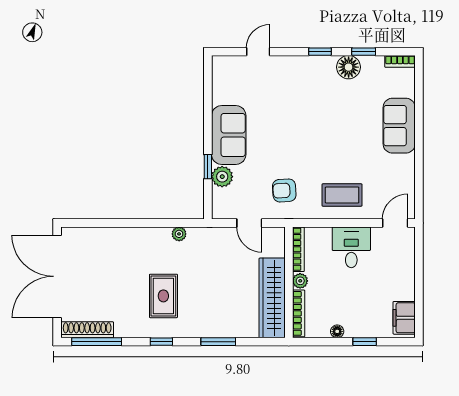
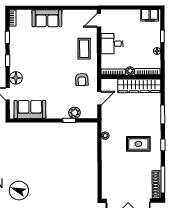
floor lamp: (349, 67) -> (16, 78), moved
sofa: (229, 135) -> (30, 109), moved
door: (395, 223) -> (99, 20), hinge flipped

